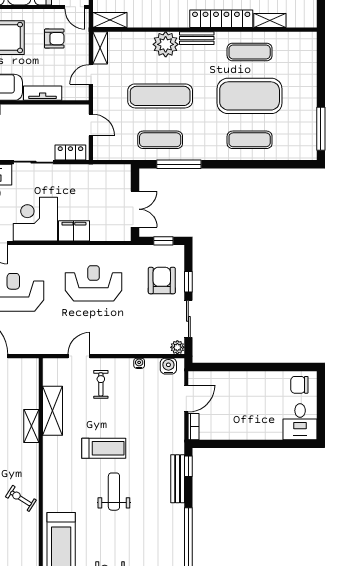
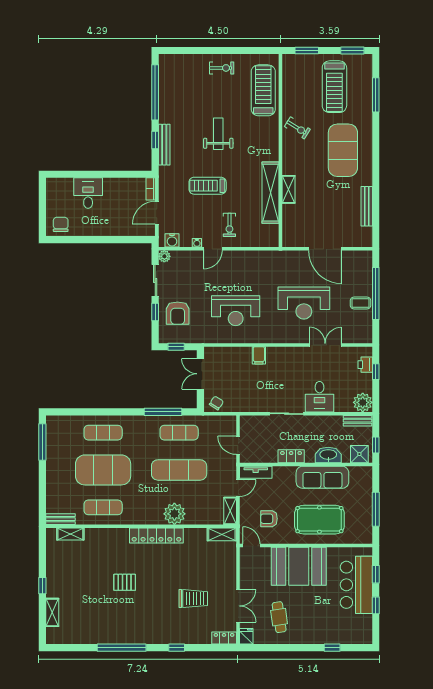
locker: (221, 19) -> (156, 536), moved
shelving: (270, 20) -> (70, 534), moved
bench: (197, 38) -> (60, 519), moved
tv unit: (43, 93) -> (256, 472), moved
locker: (70, 153) -> (291, 456), moved, turned 180
chair: (116, 175) -> (216, 403), added
corner desk: (35, 219) -> (285, 365), removed
filing cabinet: (74, 231) -> (259, 355), width x0.50
door: (79, 356) -> (213, 249), moved
chair: (299, 385) -> (61, 224), turned -90
shelving: (53, 411) -> (270, 193), width x1.47
desk: (300, 422) -> (88, 193), moved
treadmill: (104, 448) -> (208, 186), moved
window: (188, 466) -> (155, 140), moved
weight bench: (114, 492) -> (218, 134), turned 180

